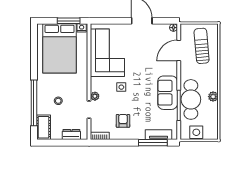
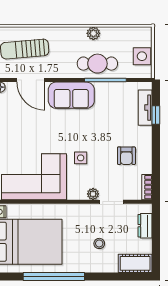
sofa: (168, 93) -> (71, 95), moved
cafe table: (191, 99) -> (97, 64), width x0.73, depth x0.74
window: (34, 103) -> (54, 276), moved
armchair: (123, 121) -> (126, 156), turned -90
window: (153, 143) -> (156, 115), width x0.46

